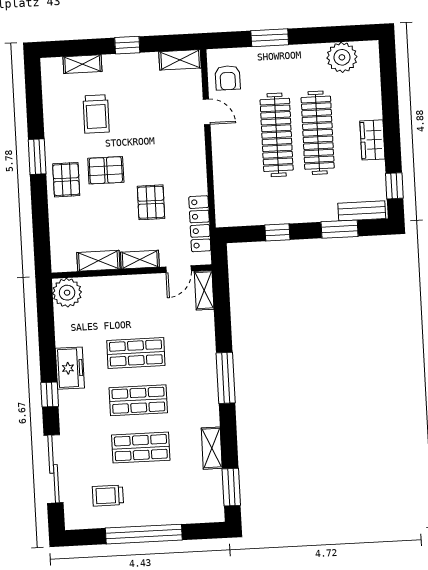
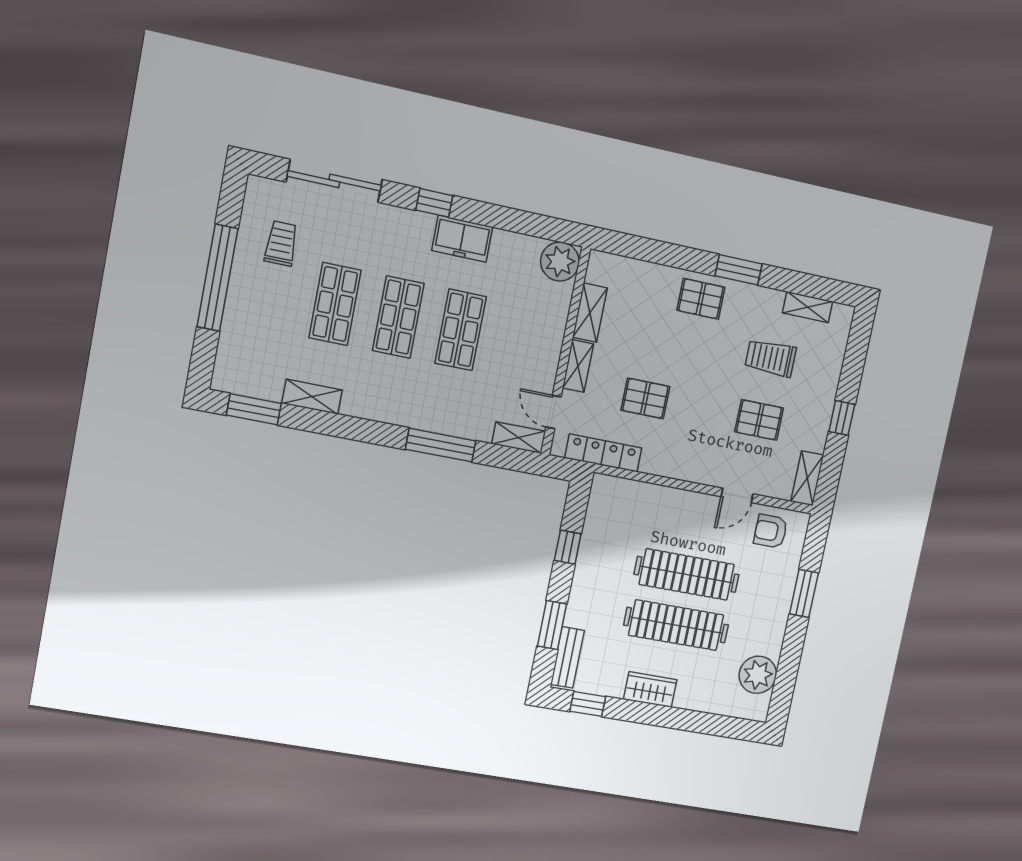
shelving: (82, 64) -> (808, 307), moved, turned 90
pallet: (106, 170) -> (759, 420), moved, turned 90
window: (226, 378) -> (441, 445), moved

